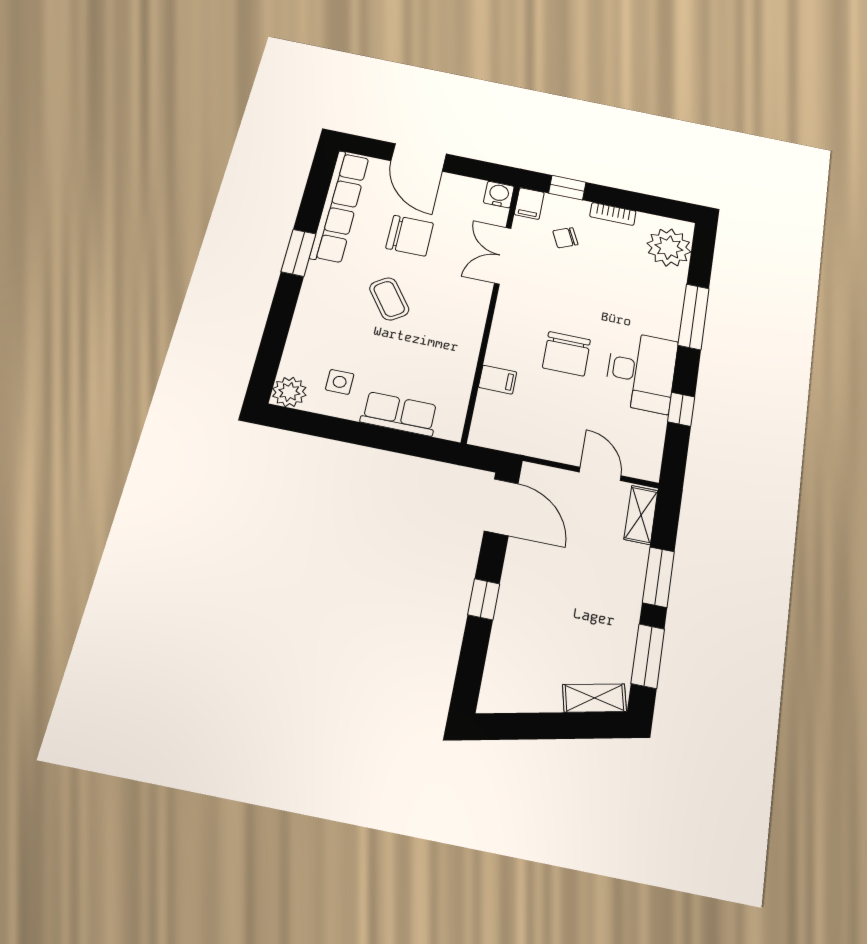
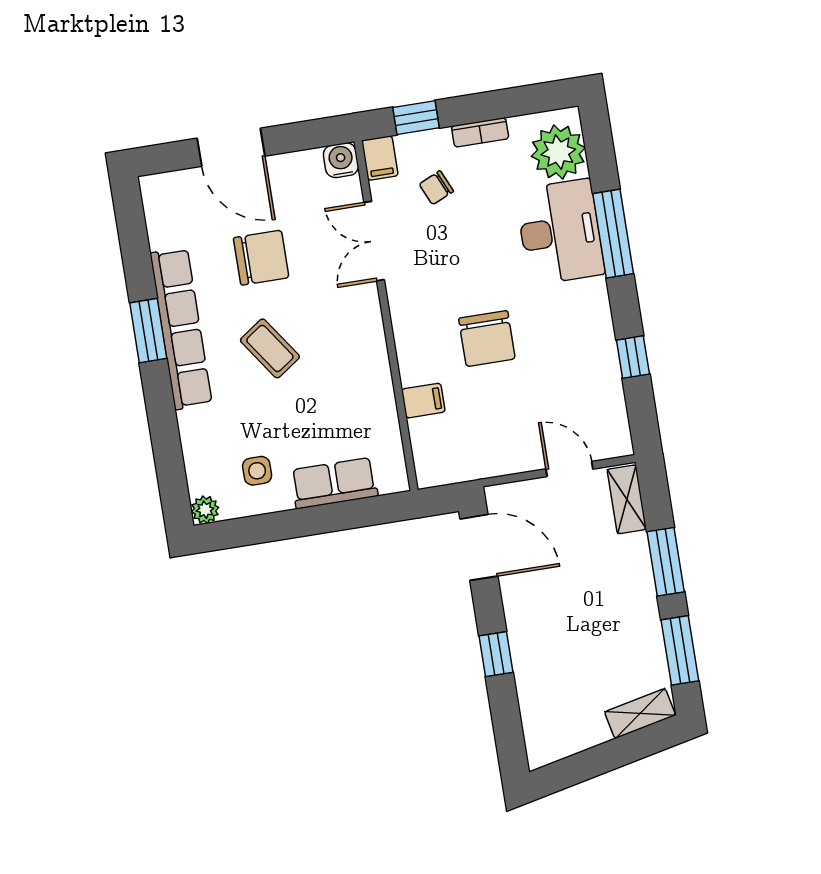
row of seats: (340, 207) -> (181, 329), moved
desk: (641, 372) -> (560, 232), moved
plant: (289, 392) -> (205, 510), width x0.73, depth x0.73

